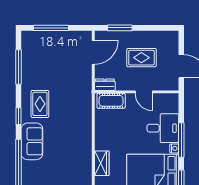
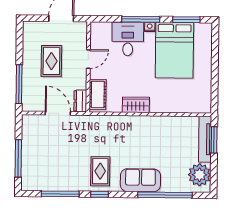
window: (120, 28) -> (19, 84), width x1.44
door: (93, 52) -> (58, 113), moved
rug: (40, 104) -> (100, 171), turned 90
window: (19, 116) -> (99, 194), moved
wardrobe: (102, 163) -> (136, 105), moved

